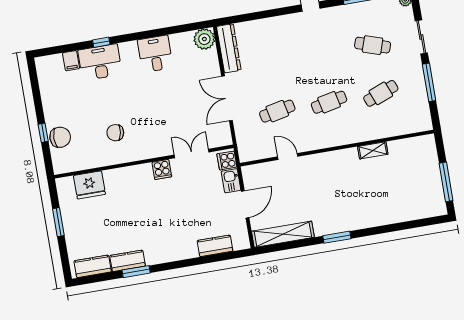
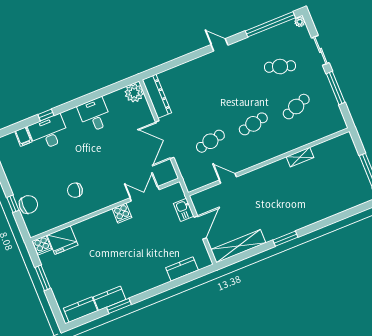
cooker: (227, 160) -> (42, 245), moved, turned -90

